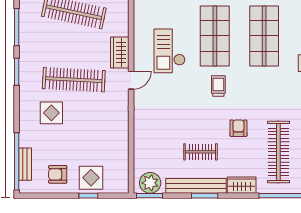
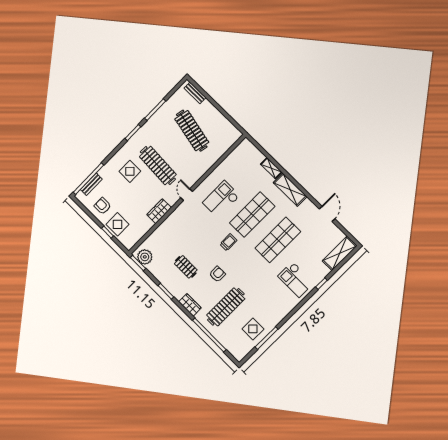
wardrobe: (120, 52) -> (159, 211), moved
door: (131, 80) -> (187, 195), swing flipped
bench: (196, 186) -> (166, 282), removed

